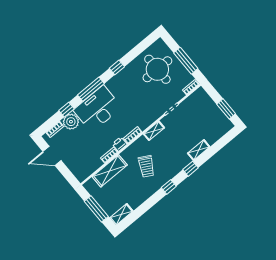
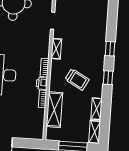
shelving: (199, 150) -> (96, 109), moved

